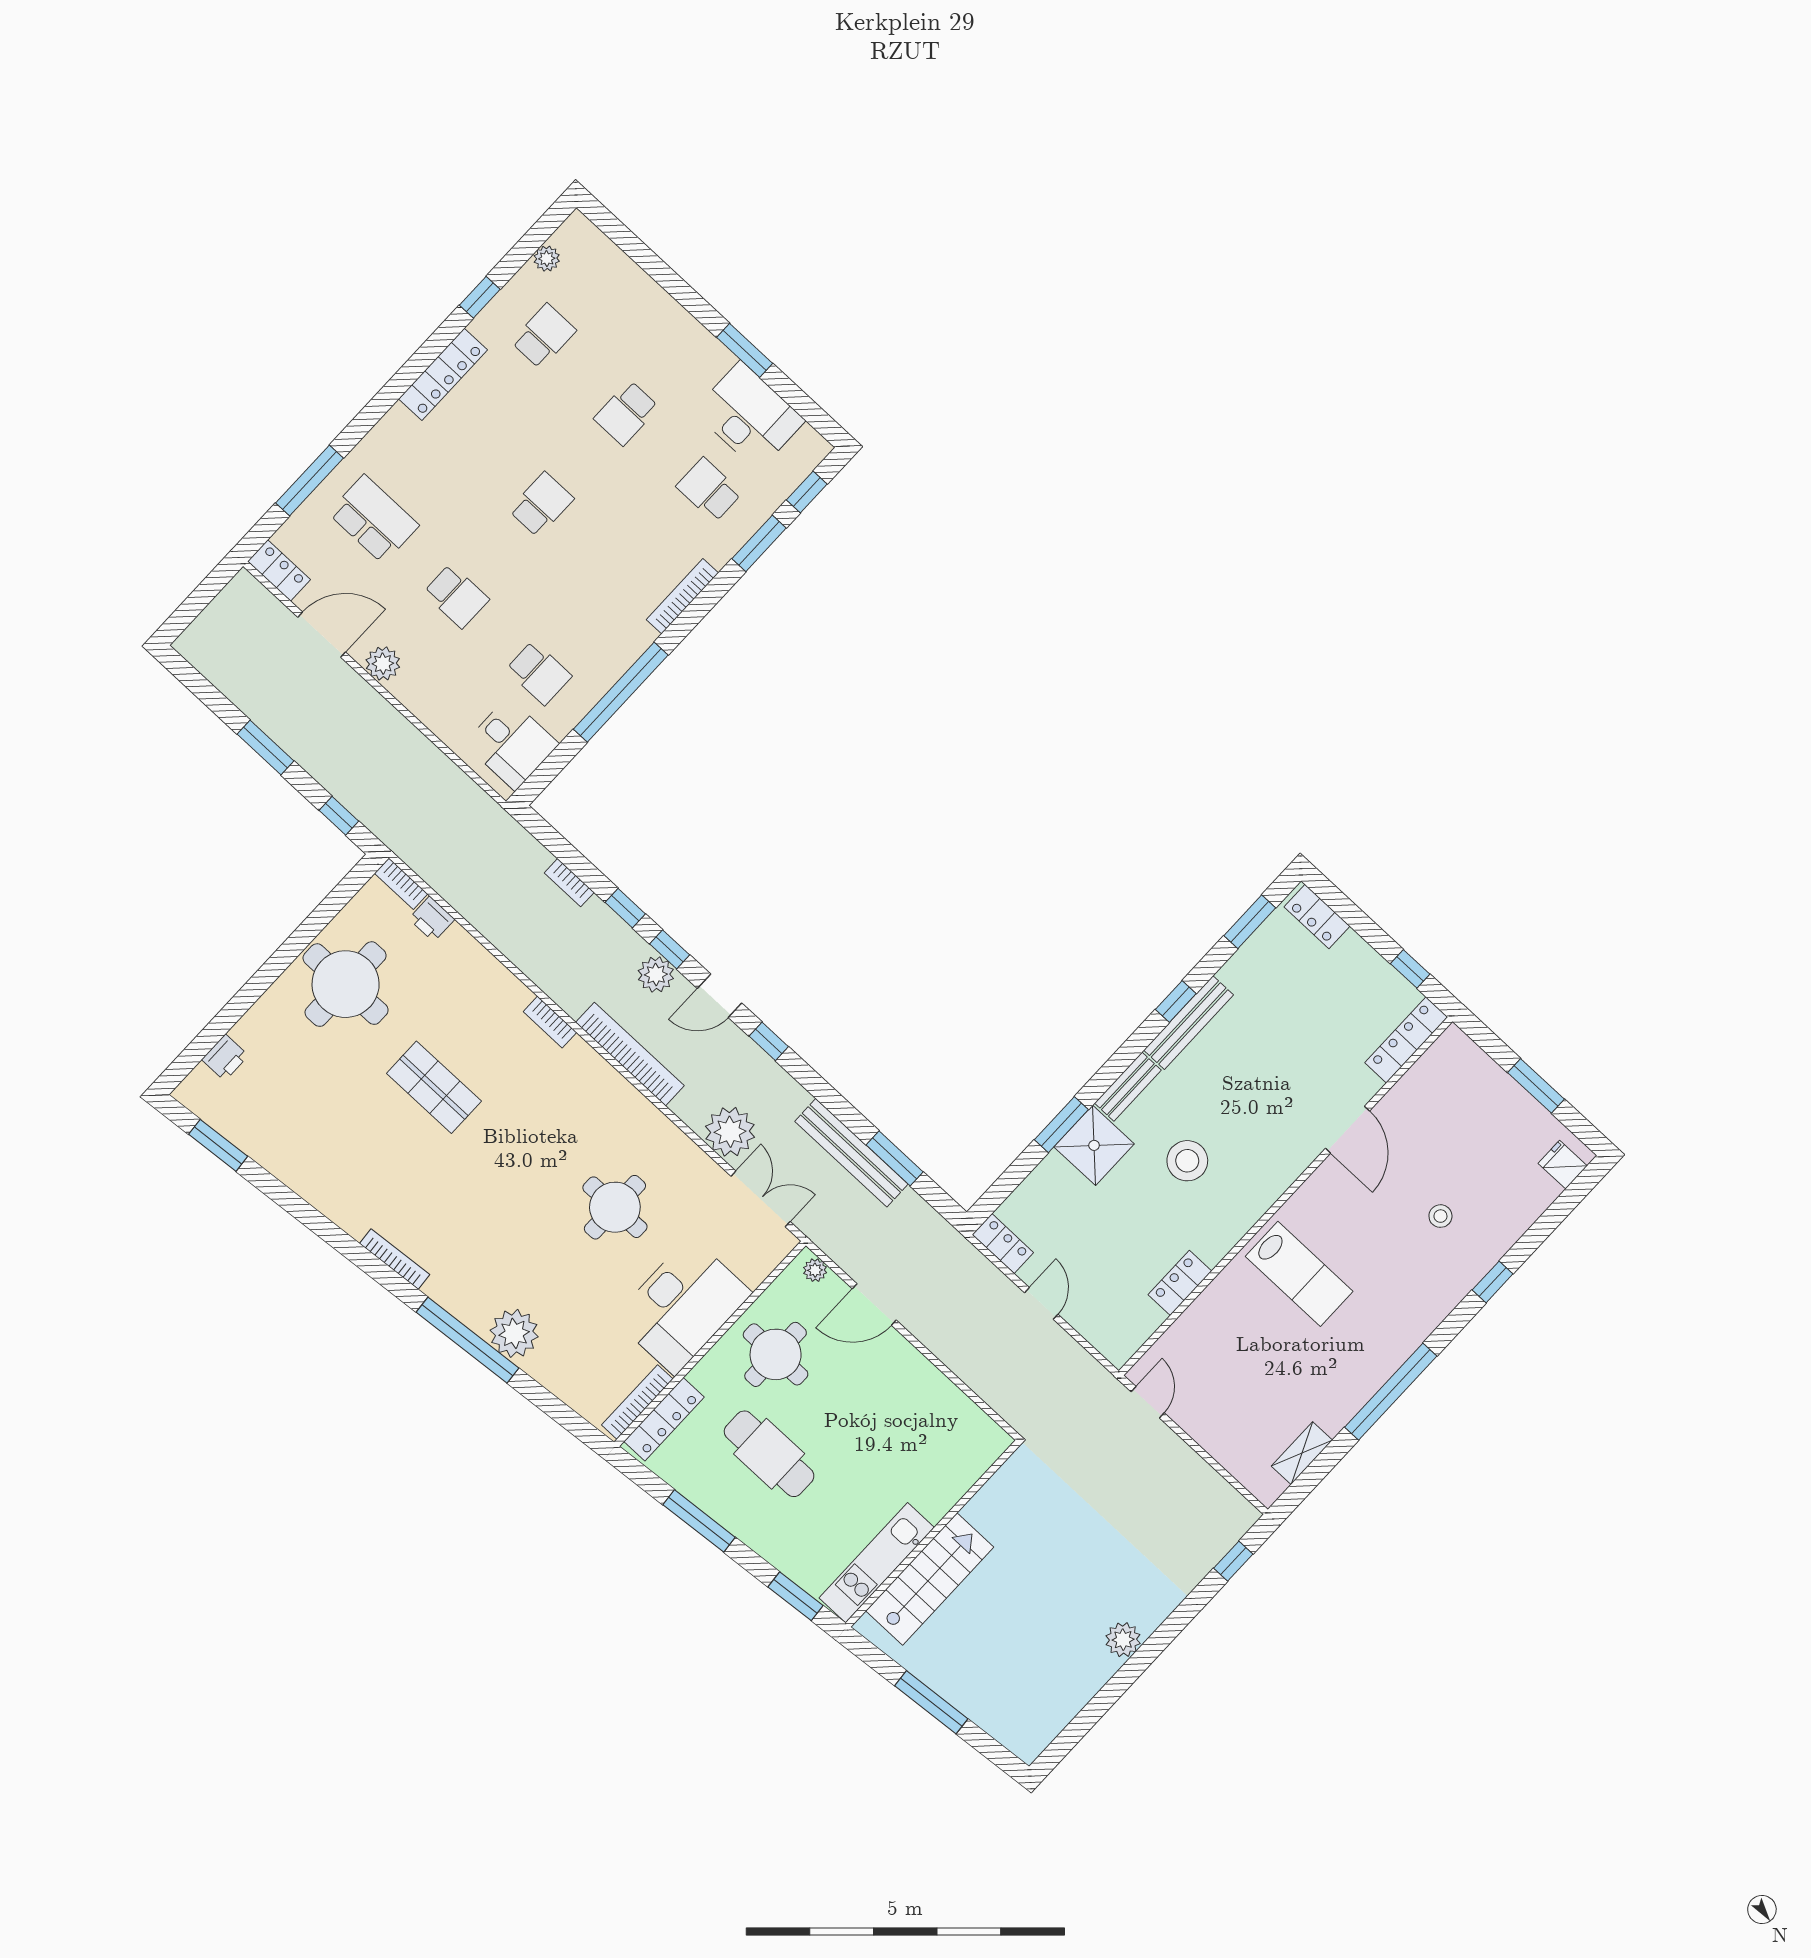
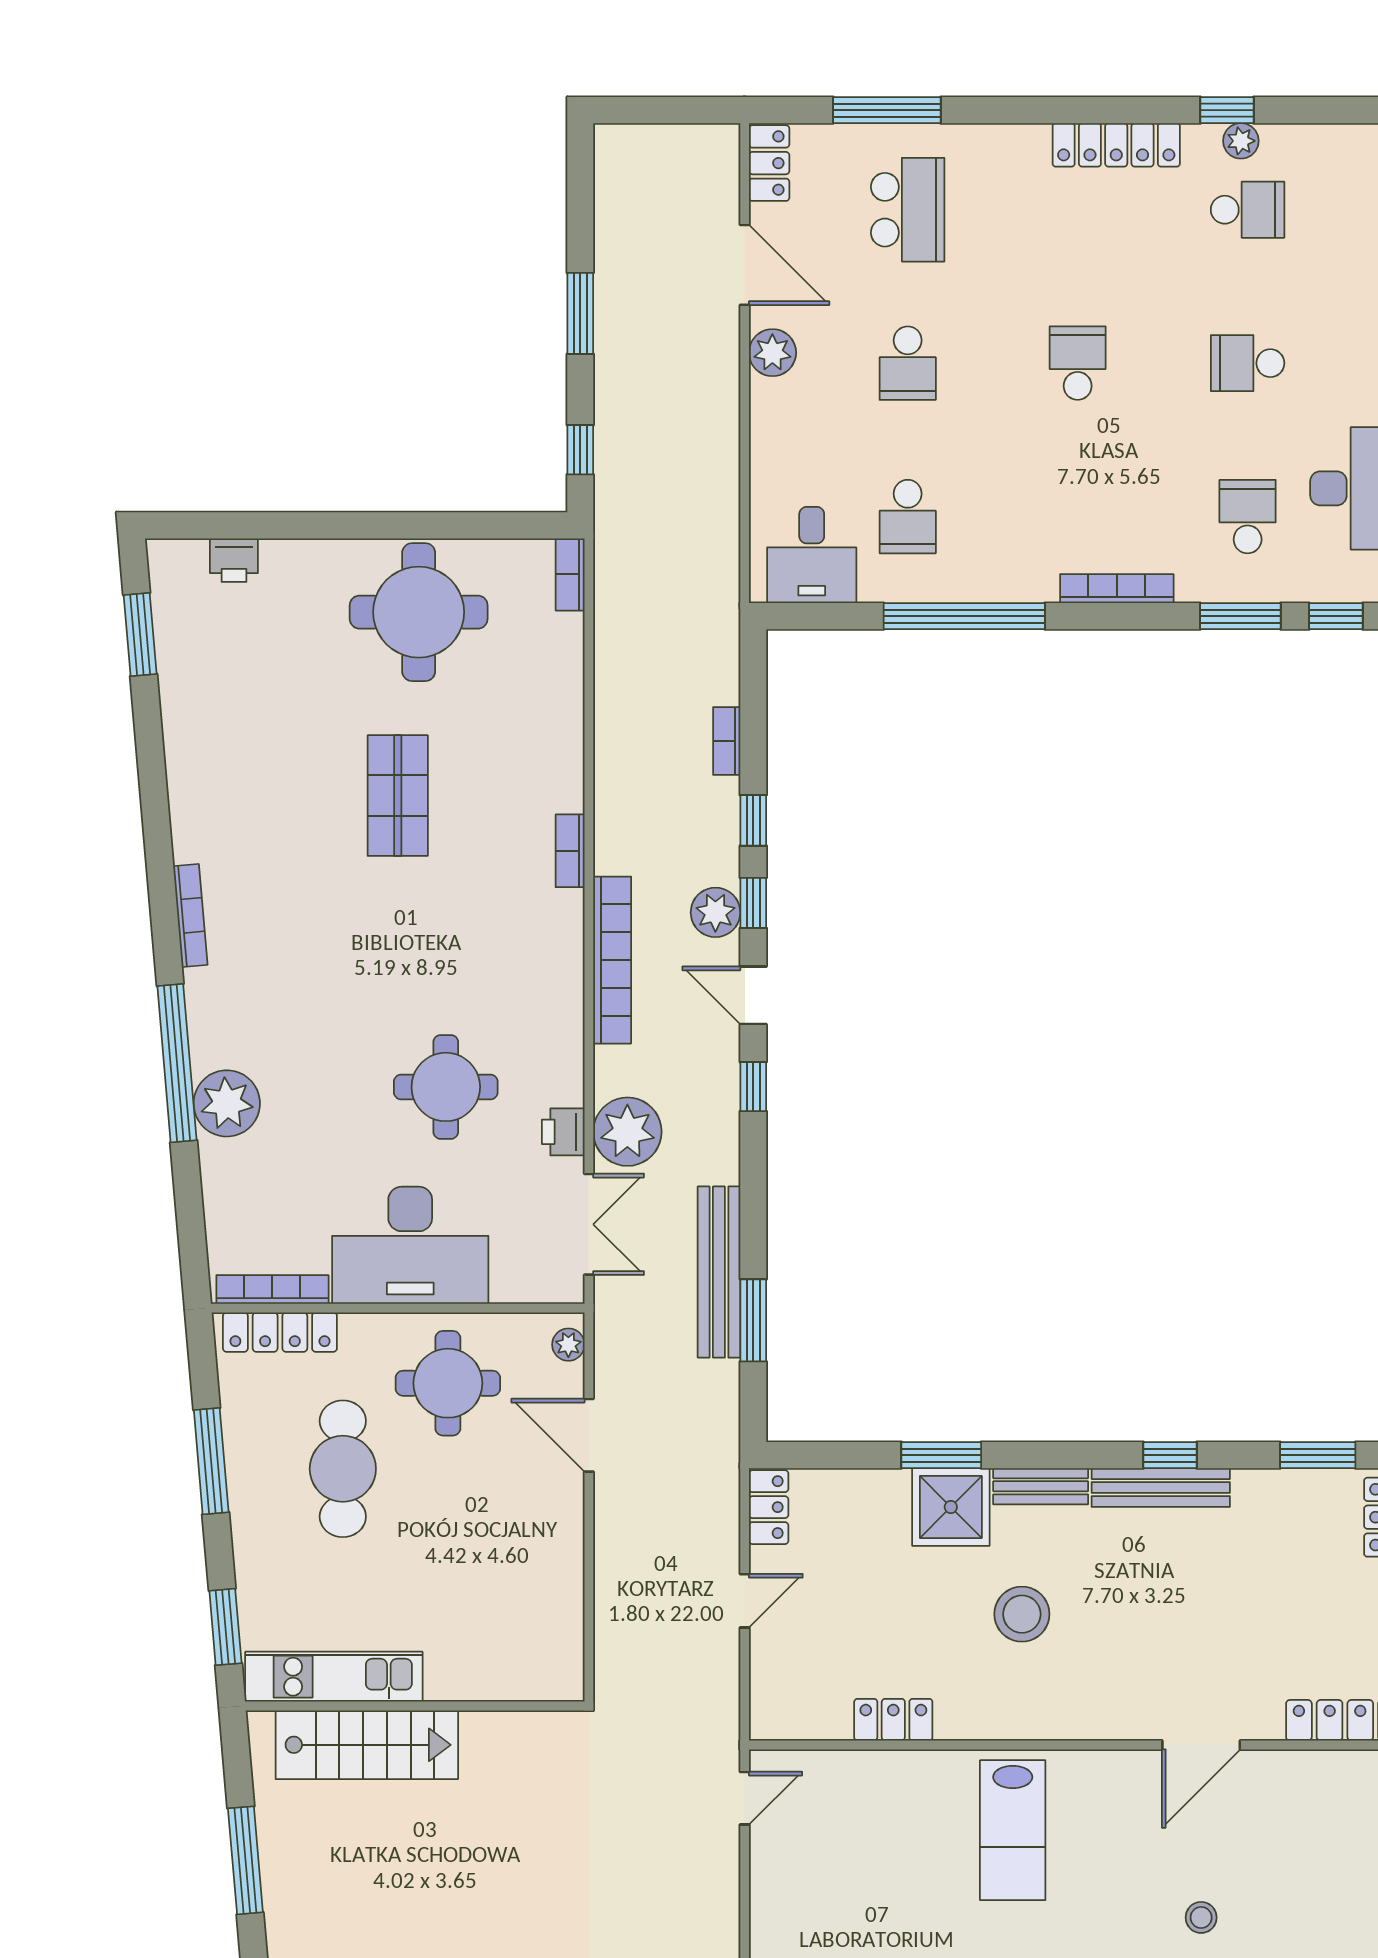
plant: (547, 259) -> (1241, 141), moved
school desk: (541, 504) -> (1078, 363), turned -90
printer: (432, 919) -> (563, 1132), moved

